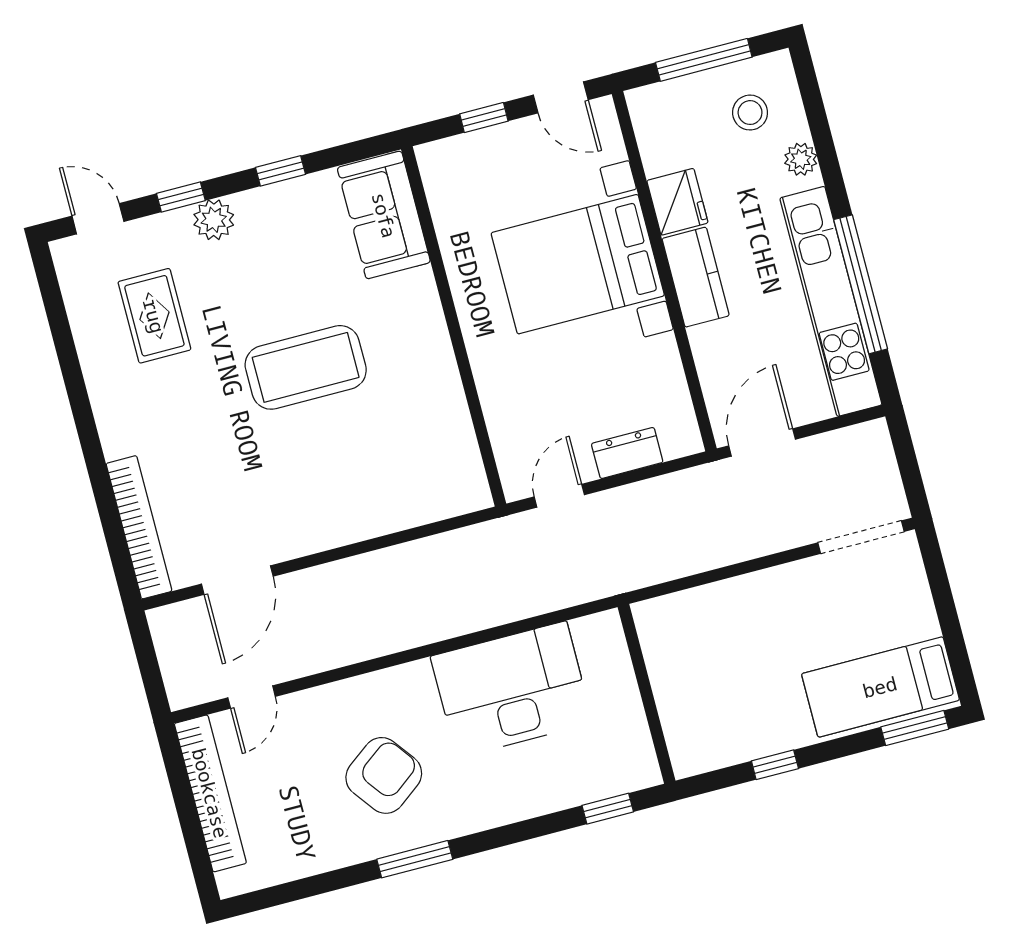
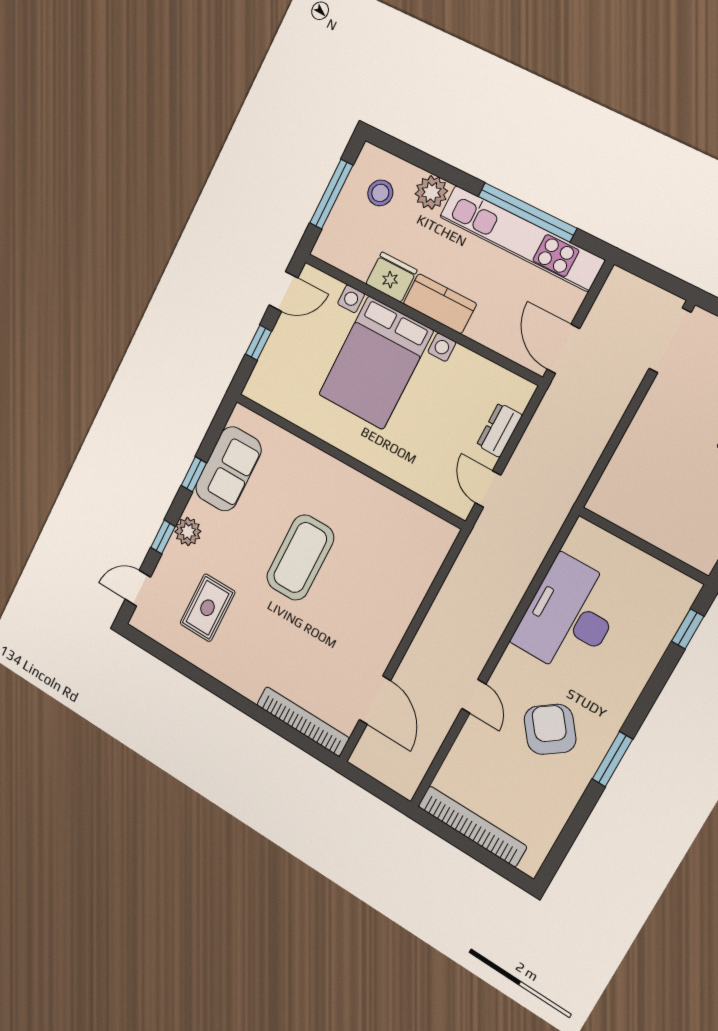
plant: (801, 159) -> (431, 192), width x1.38, depth x1.38
sofa: (384, 215) -> (228, 469), moved, turned -90
rug: (154, 316) -> (207, 608), turned 90
door: (252, 697) -> (474, 696), moved

